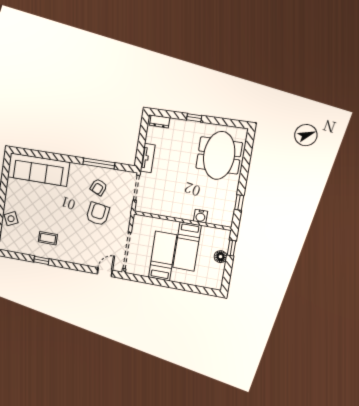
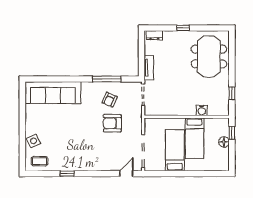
armchair: (98, 214) -> (112, 123), turned -99
coffee table: (48, 238) -> (40, 161), moved

